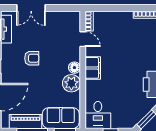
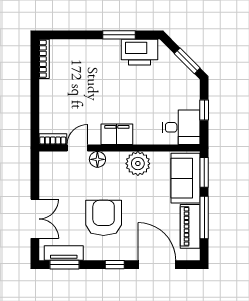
armchair: (32, 58) -> (104, 218), width x1.88, depth x1.88
floor lamp: (74, 68) -> (97, 159), moved

